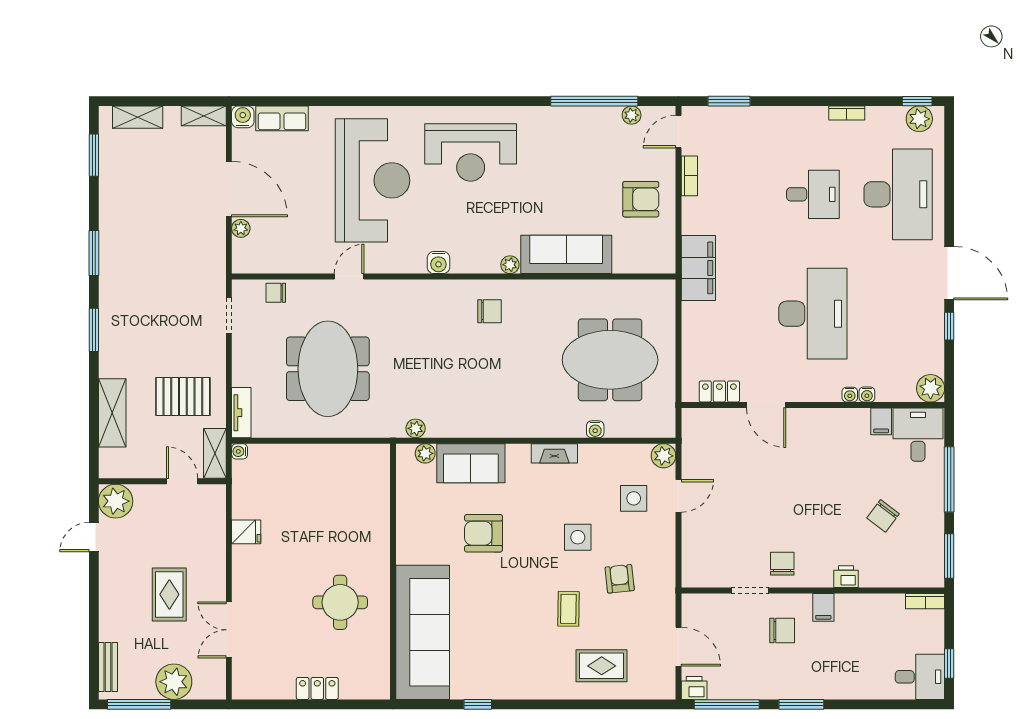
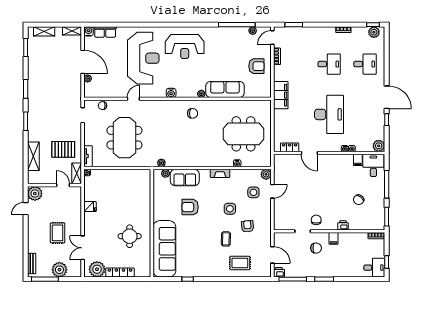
desk: (898, 194) -> (365, 64), width x0.53, depth x0.77
plant: (263, 681) -> (97, 269), added
locker: (317, 688) -> (120, 273), width x1.53

